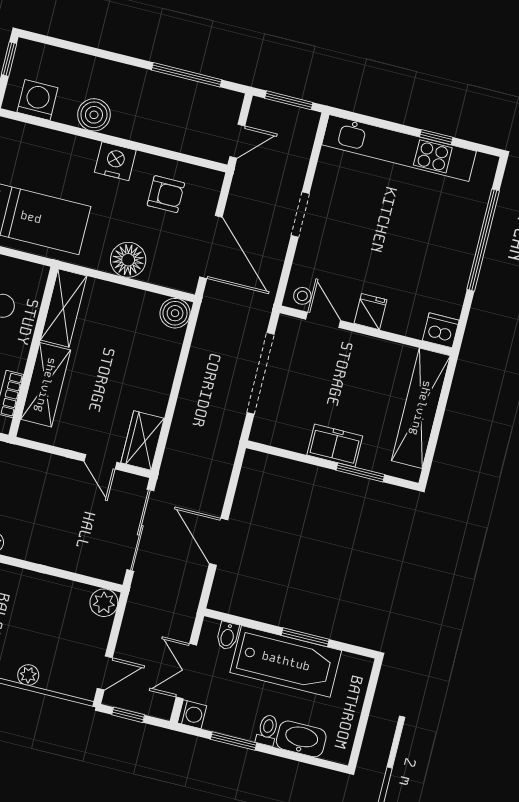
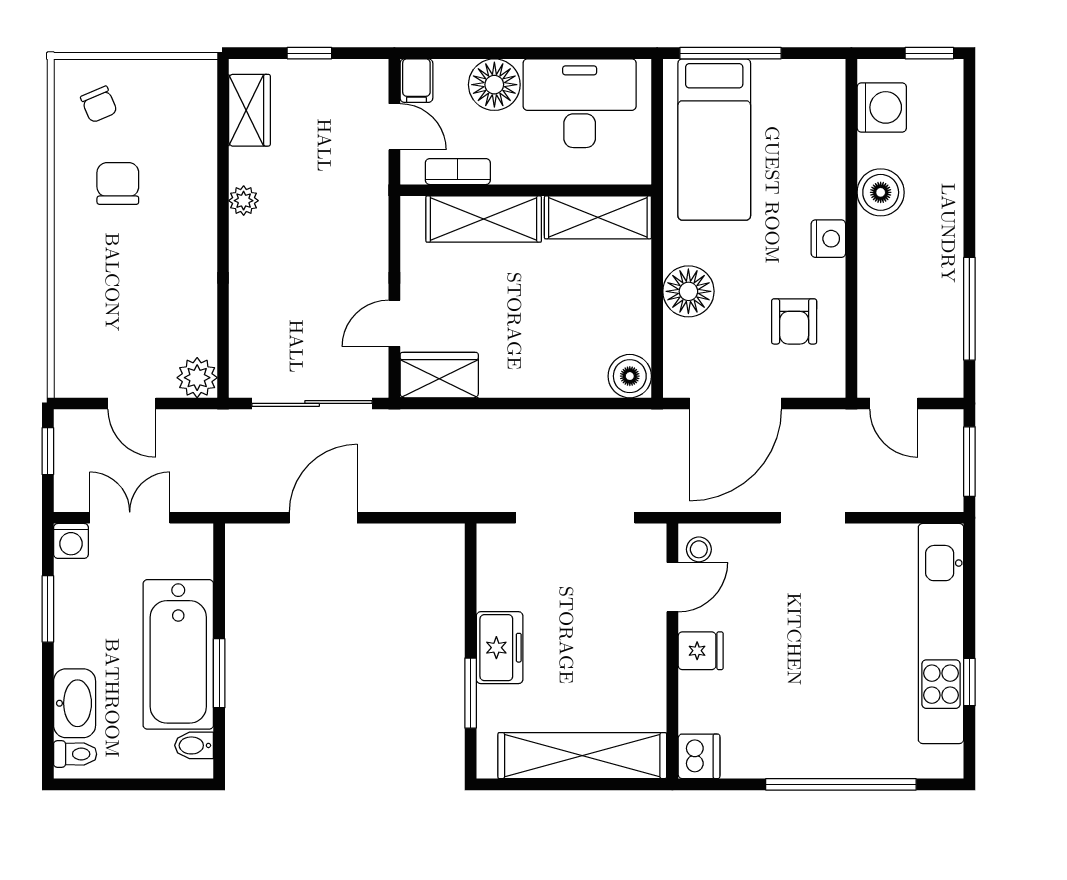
nightstand: (115, 161) -> (828, 239), width x0.74, depth x0.75
bidet: (228, 636) -> (194, 745), moved
door: (105, 673) -> (132, 403), moved
plant: (28, 675) -> (69, 296), removed
toilet: (267, 730) -> (75, 754), moved

